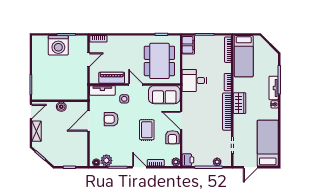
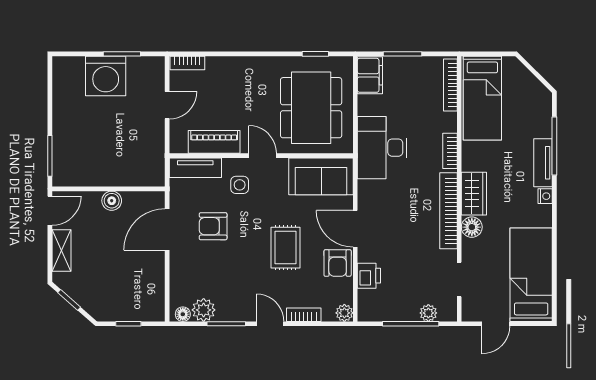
desk: (194, 81) -> (382, 148), width x1.37
floor lamp: (238, 120) -> (472, 227), added
printer: (188, 160) -> (369, 276), moved

